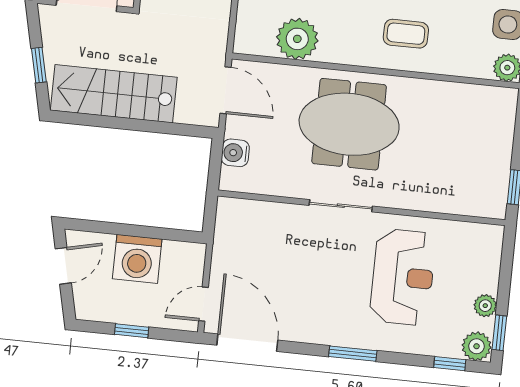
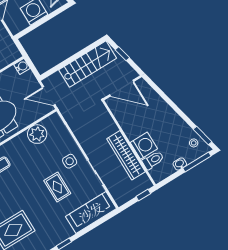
water cooler: (235, 153) -> (22, 66), moved

